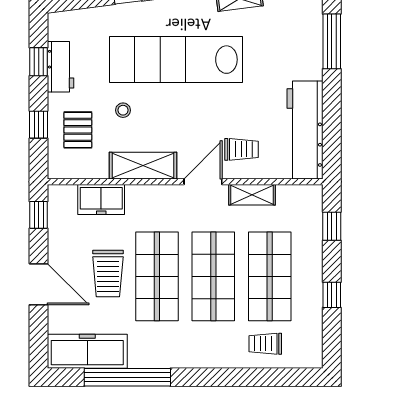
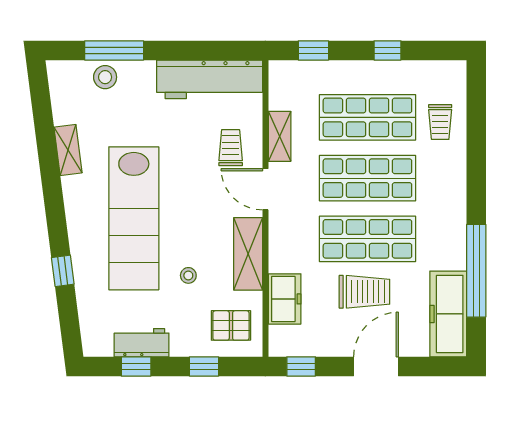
stool: (307, 33) -> (105, 77), added
pallet: (78, 130) -> (231, 325), moved

